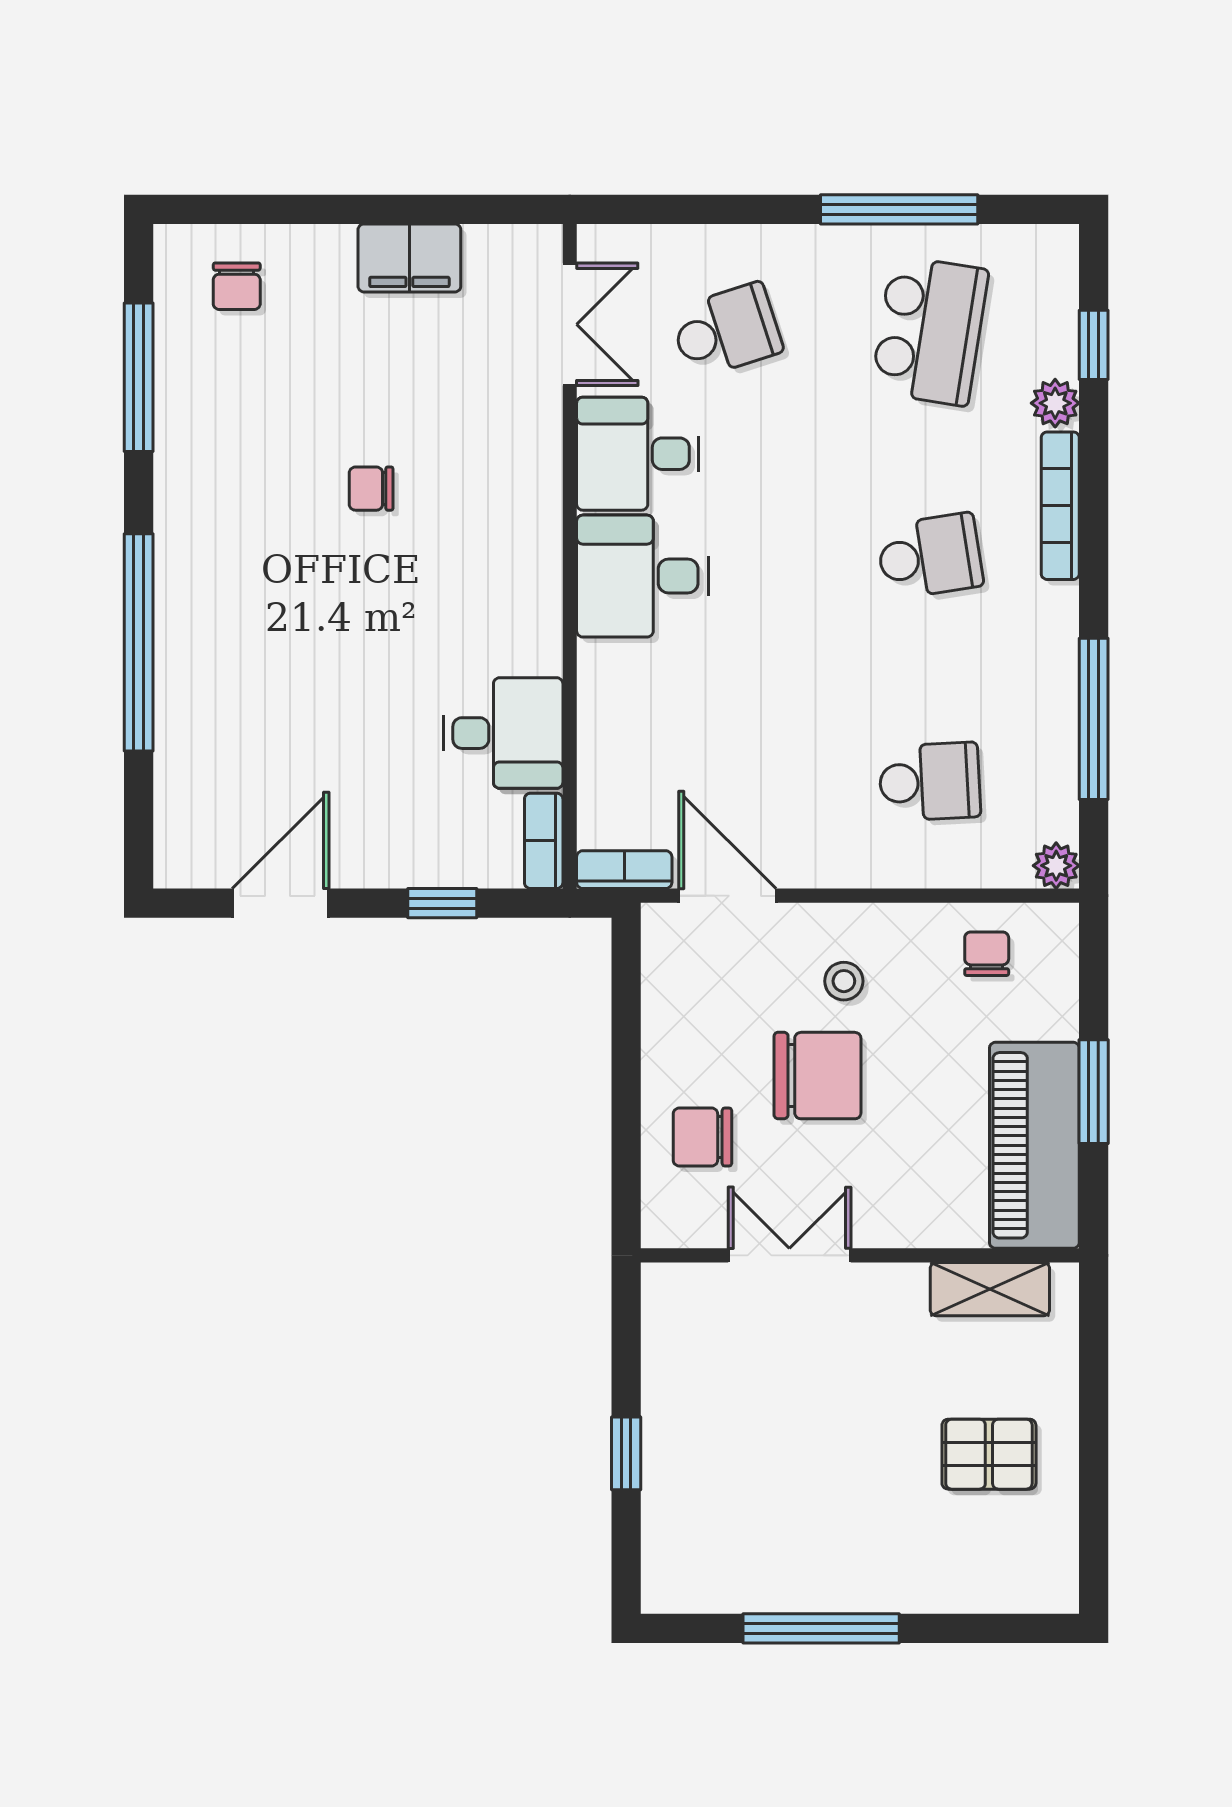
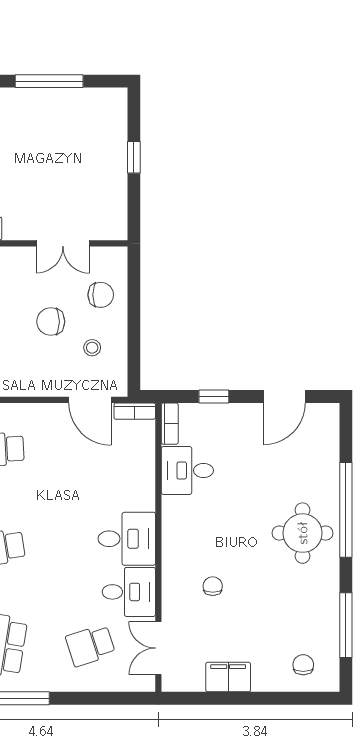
chair: (371, 489) -> (213, 586), moved, turned -90
round table: (238, 589) -> (303, 533), added
stool: (844, 981) -> (92, 348), moved
chair: (817, 1076) -> (51, 322), width x0.73, depth x0.73

